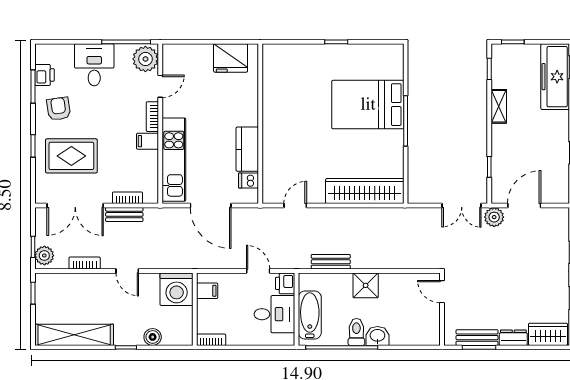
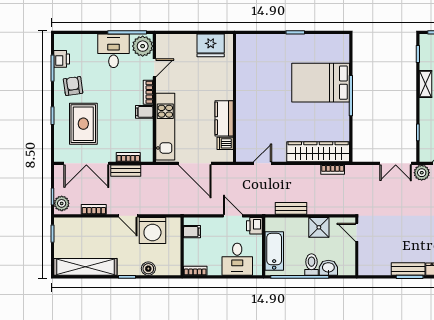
desk: (94, 65) -> (114, 51), moved
rug: (71, 156) -> (83, 124), turned 90
bookcase: (383, 213) -> (333, 170), added
washing machine: (177, 289) -> (152, 230), moved
door: (442, 292) -> (357, 232), moved
wall: (442, 309) -> (357, 246), moved
desk: (274, 314) -> (237, 259), moved, turned 90

